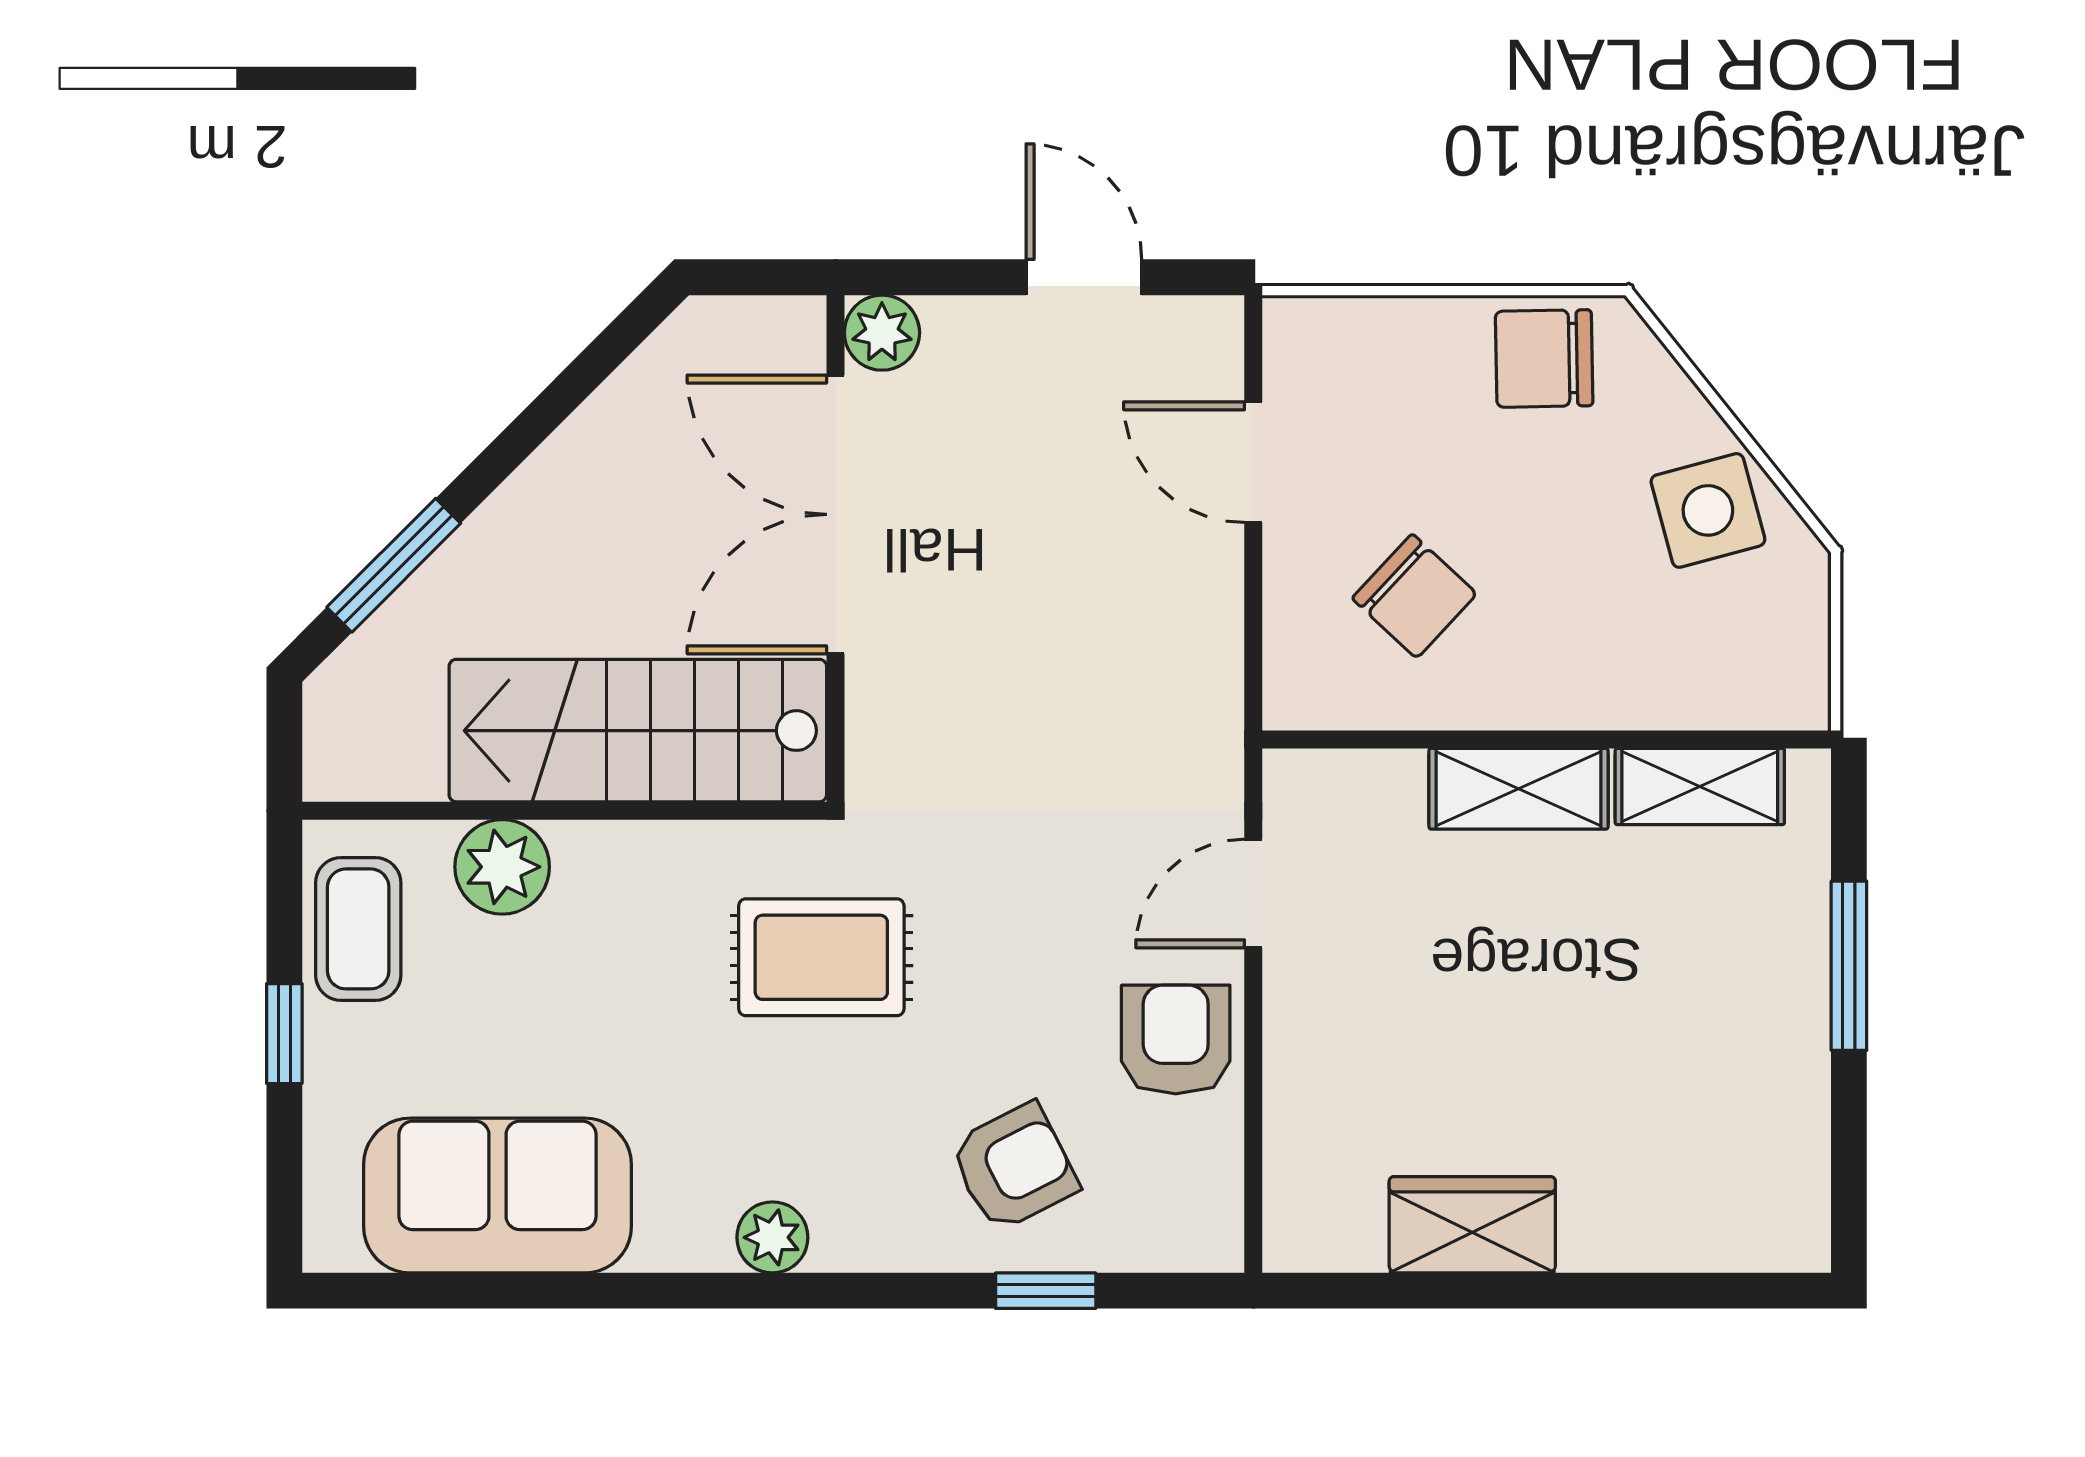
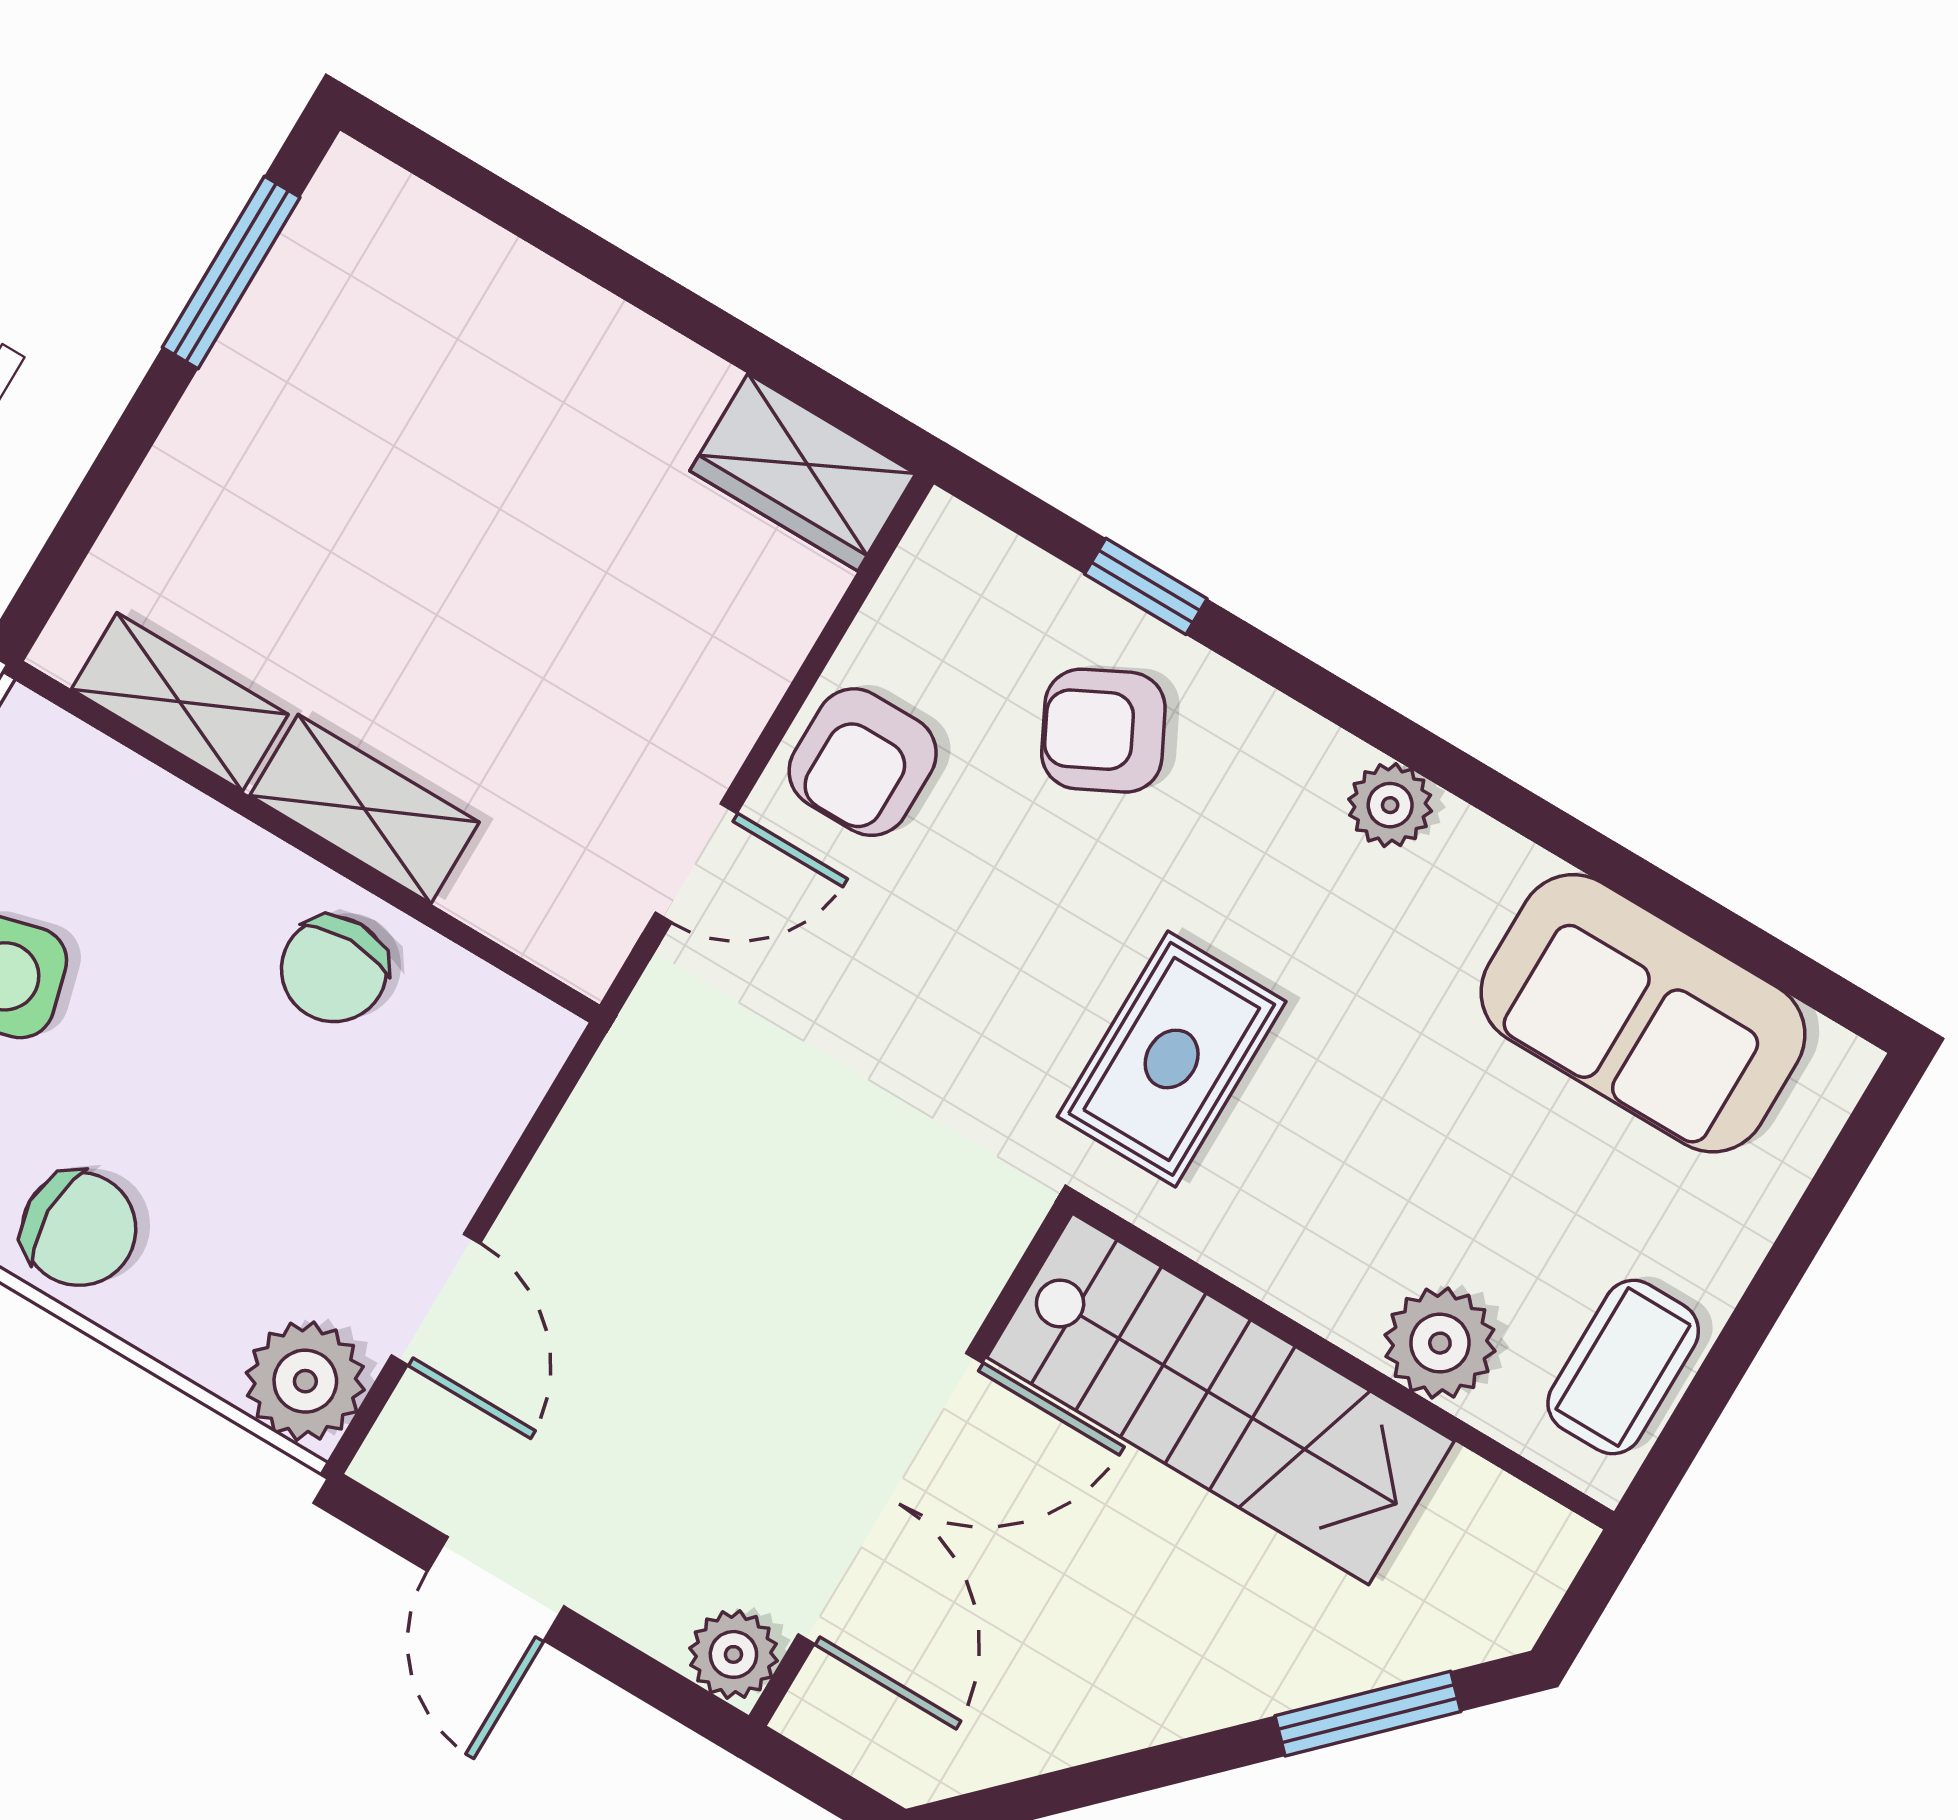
plant: (1313, 346) -> (305, 1381), added
chair: (1414, 596) -> (334, 969), moved, turned -133
rug: (821, 957) -> (1172, 1059), turned 90
window: (1849, 966) -> (231, 272), moved
window: (284, 1034) -> (1761, 1306), removed
wardrobe: (1472, 1225) -> (803, 472), moved

